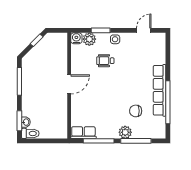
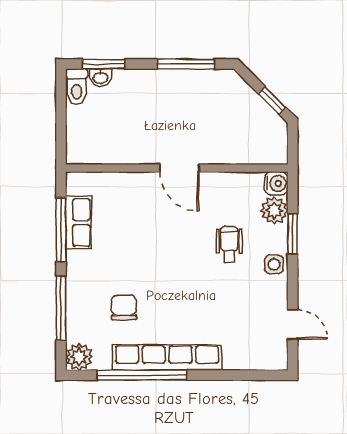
plant: (125, 132) -> (79, 357), moved
row of seats: (83, 133) -> (78, 222), moved

